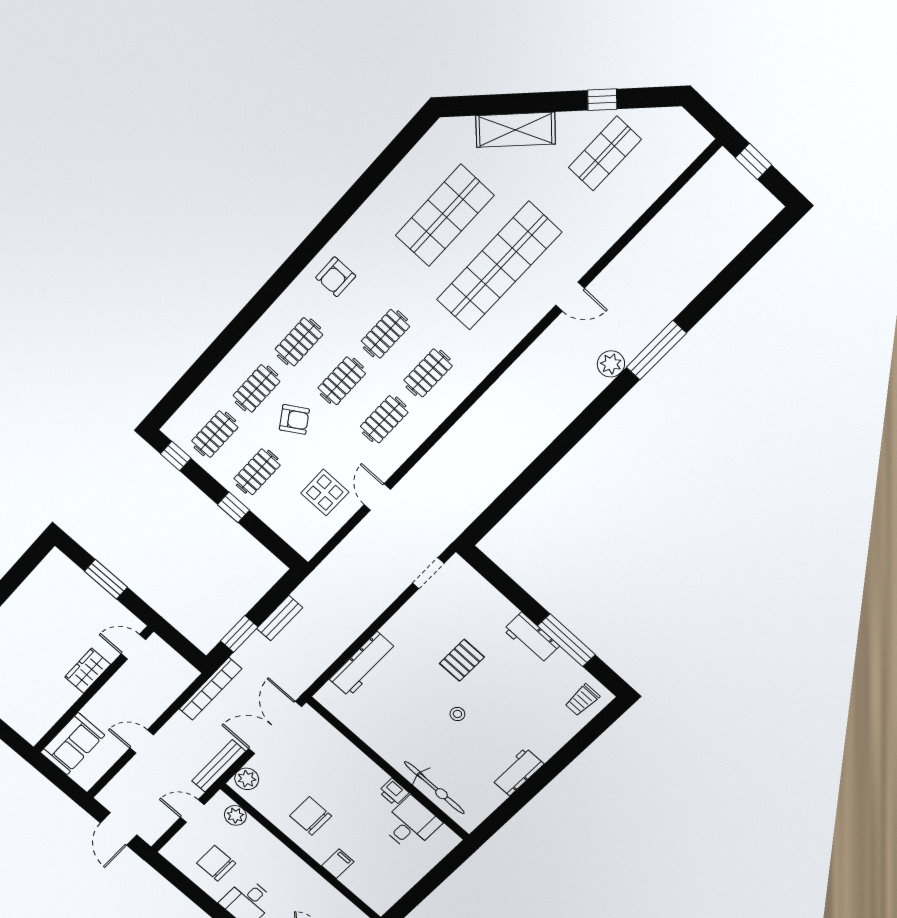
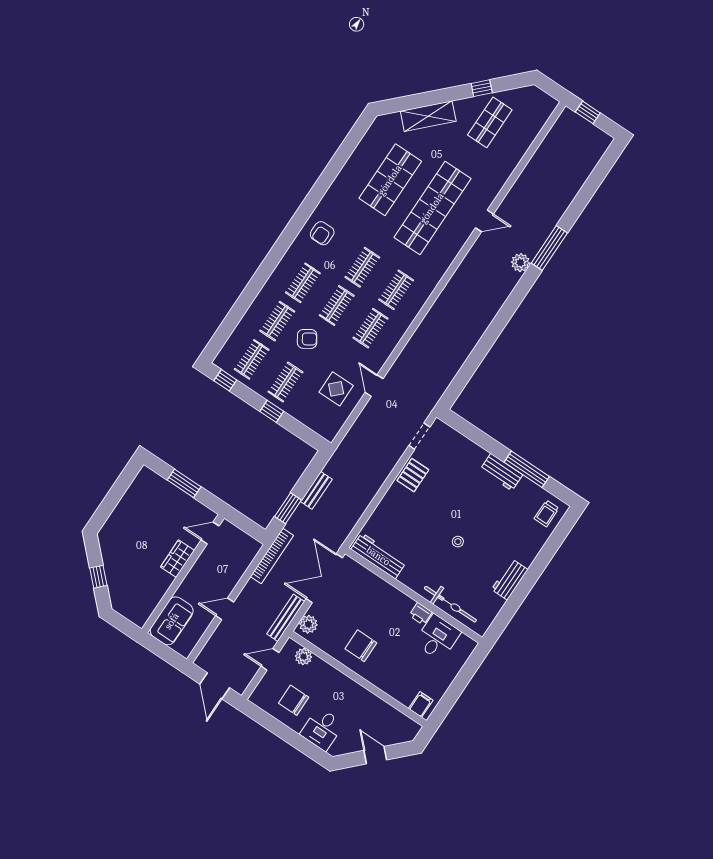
pallet: (462, 660) -> (413, 475), moved
workbench: (363, 664) -> (378, 556), moved, turned -90
filing cabinet: (338, 864) -> (421, 704), moved

